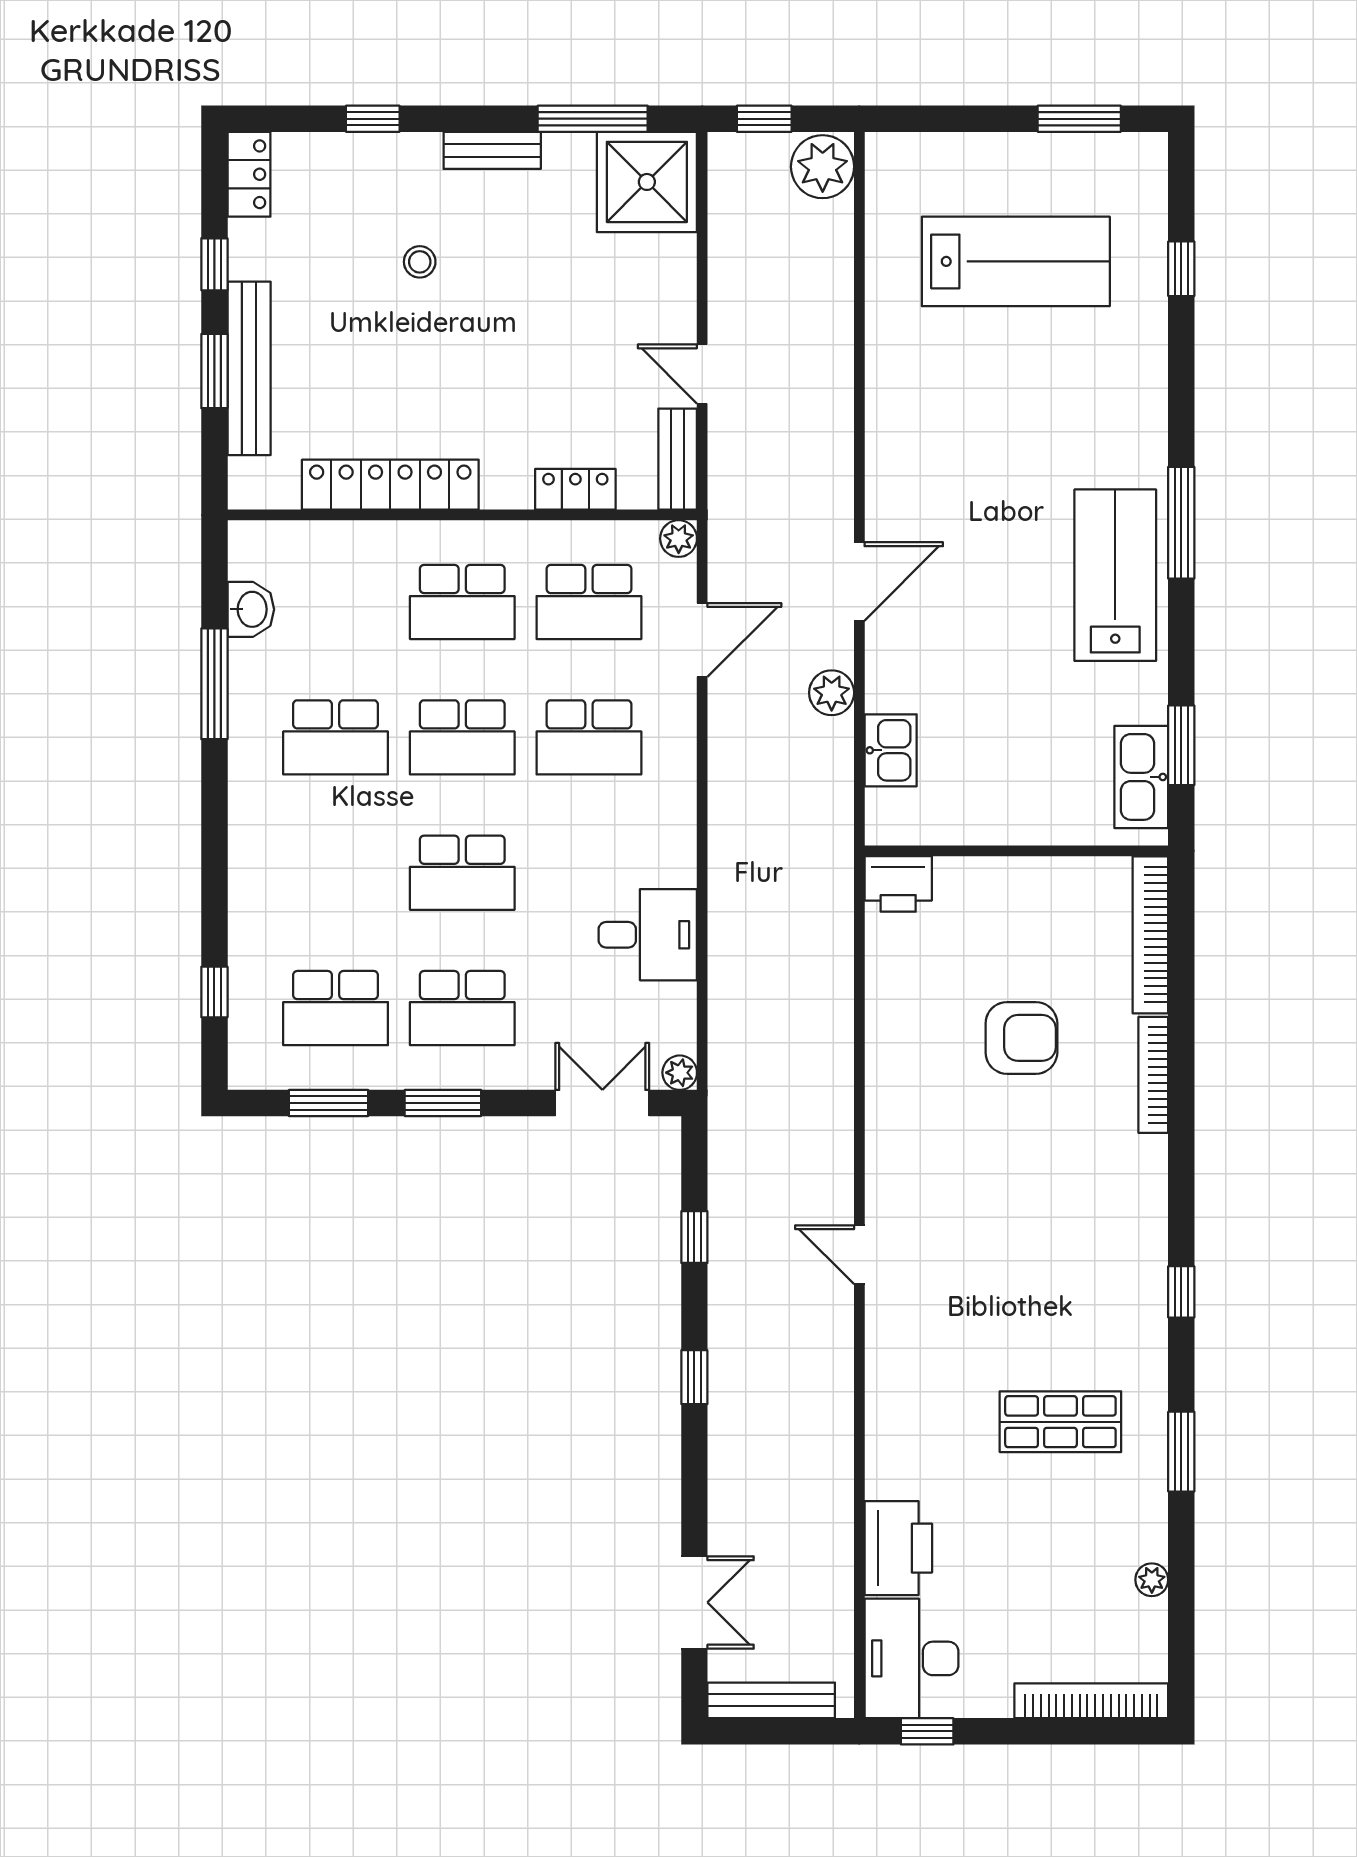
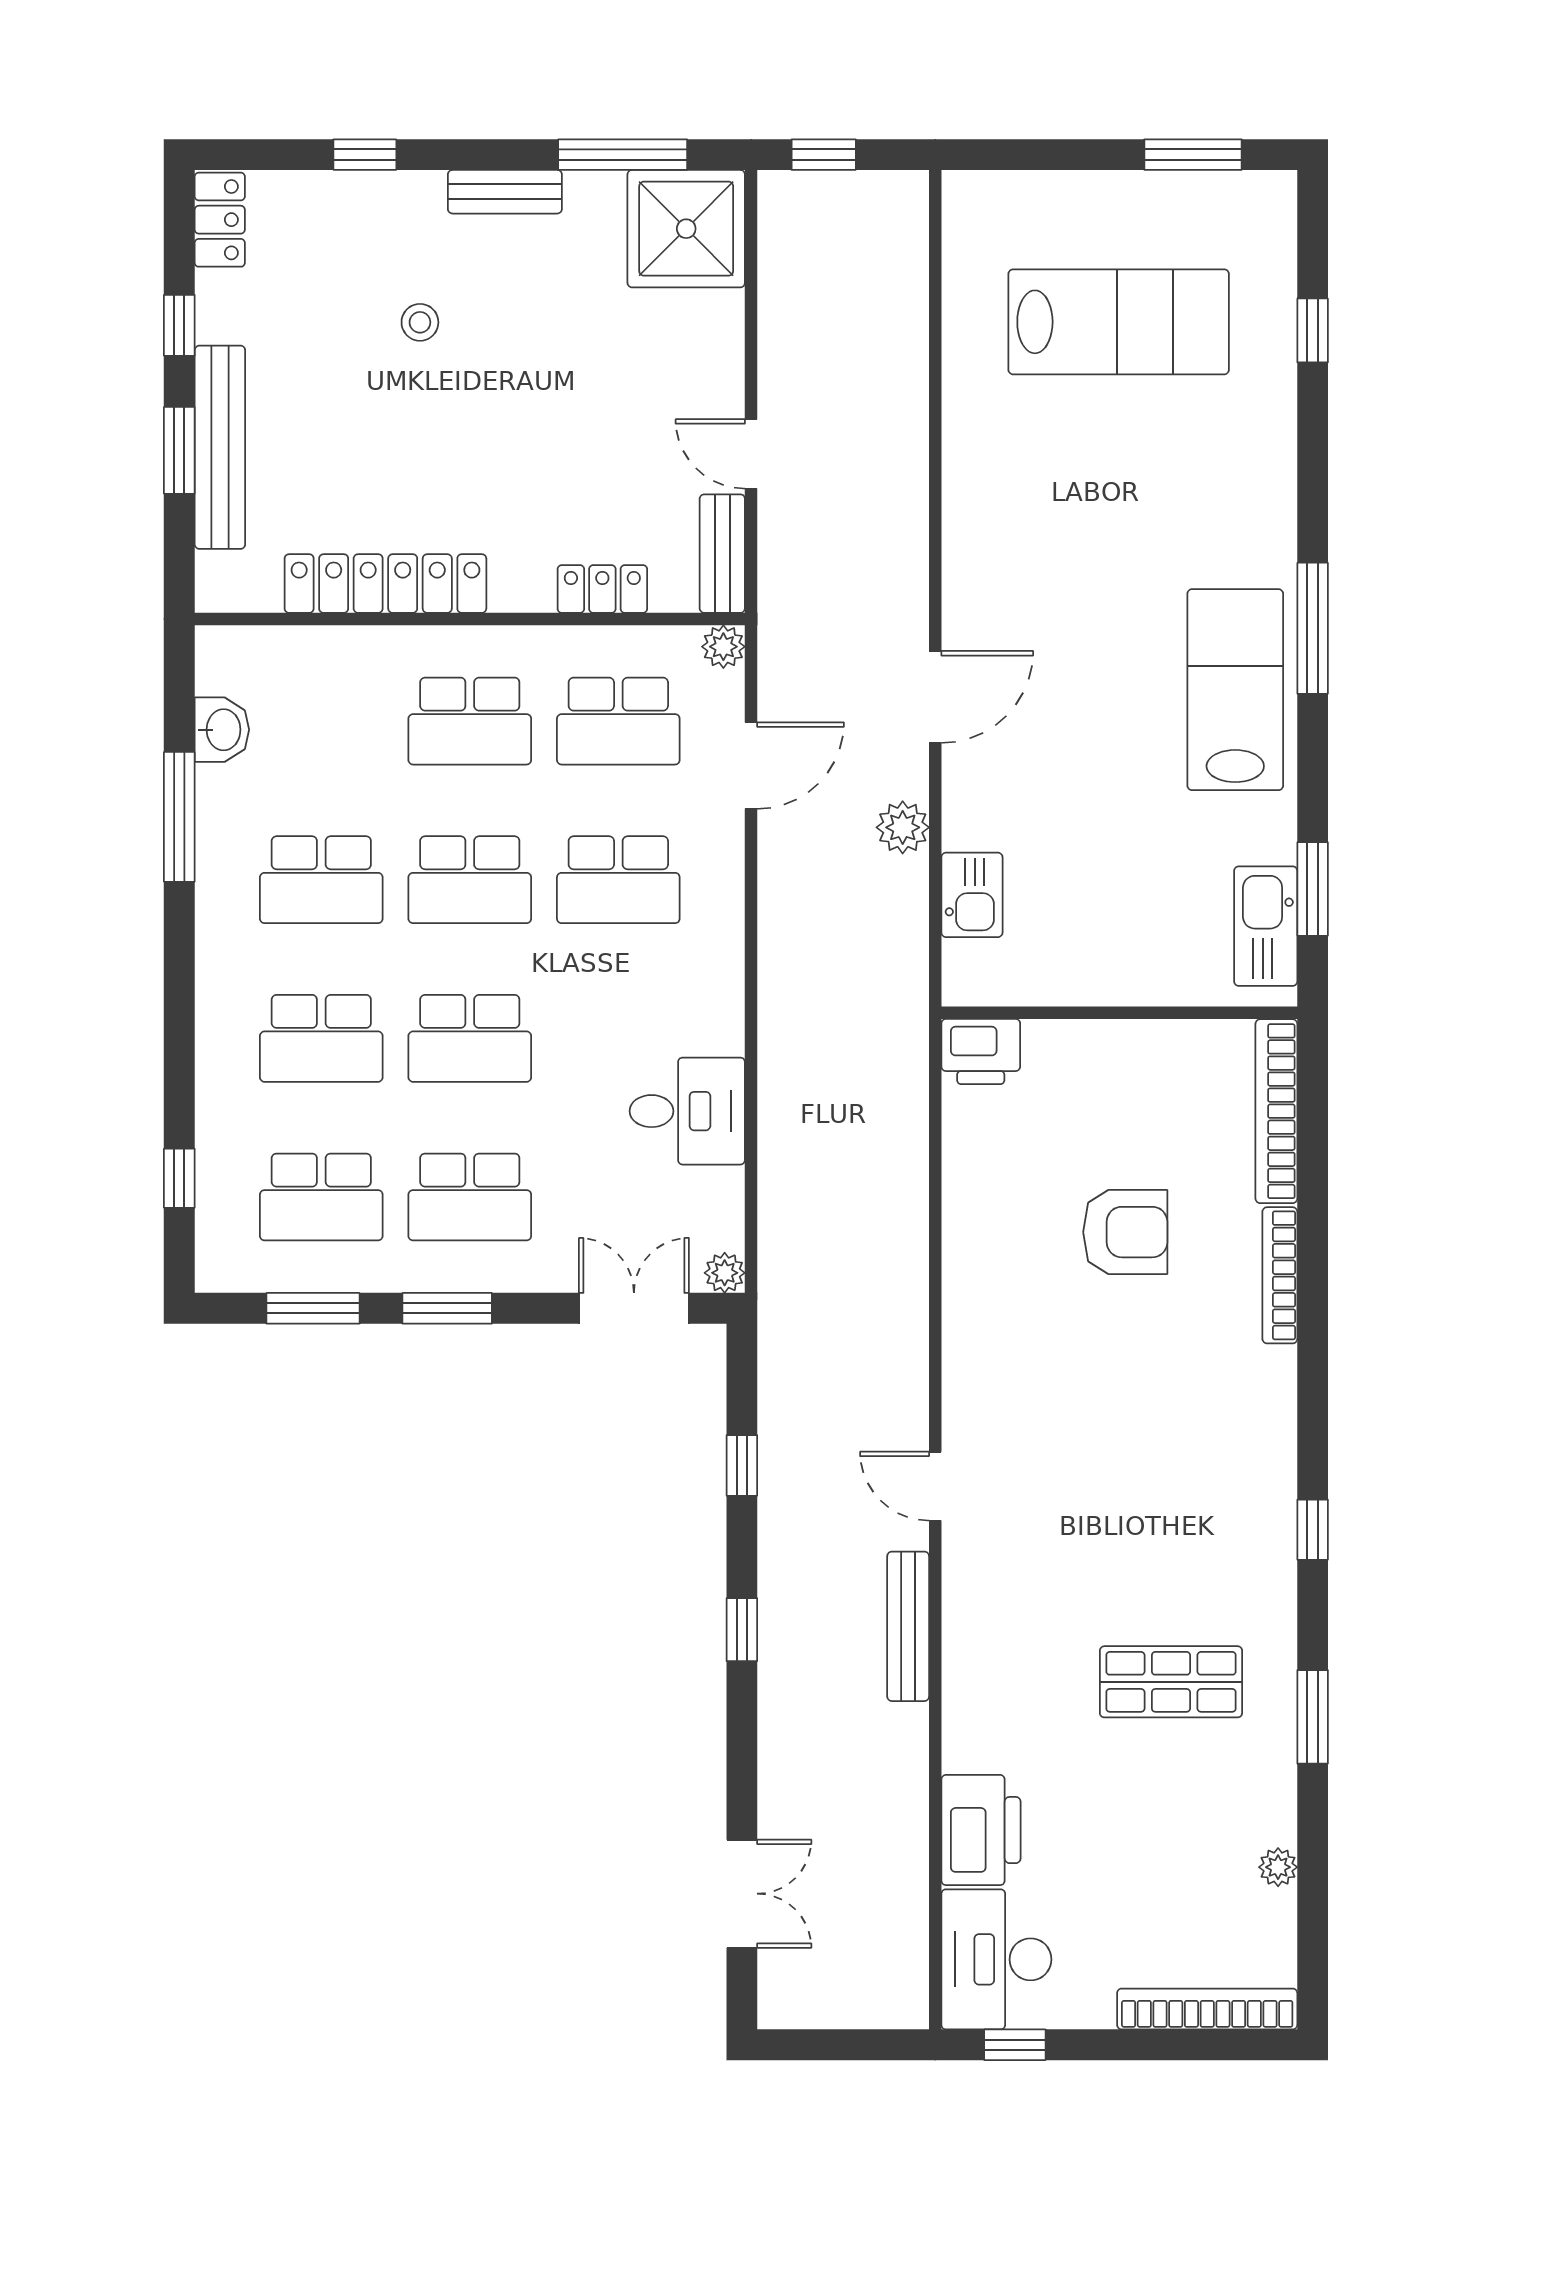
plant: (823, 167) -> (892, 211), removed
school desk: (336, 873) -> (321, 1038), added
bench: (771, 1700) -> (908, 1626), moved, turned 90

